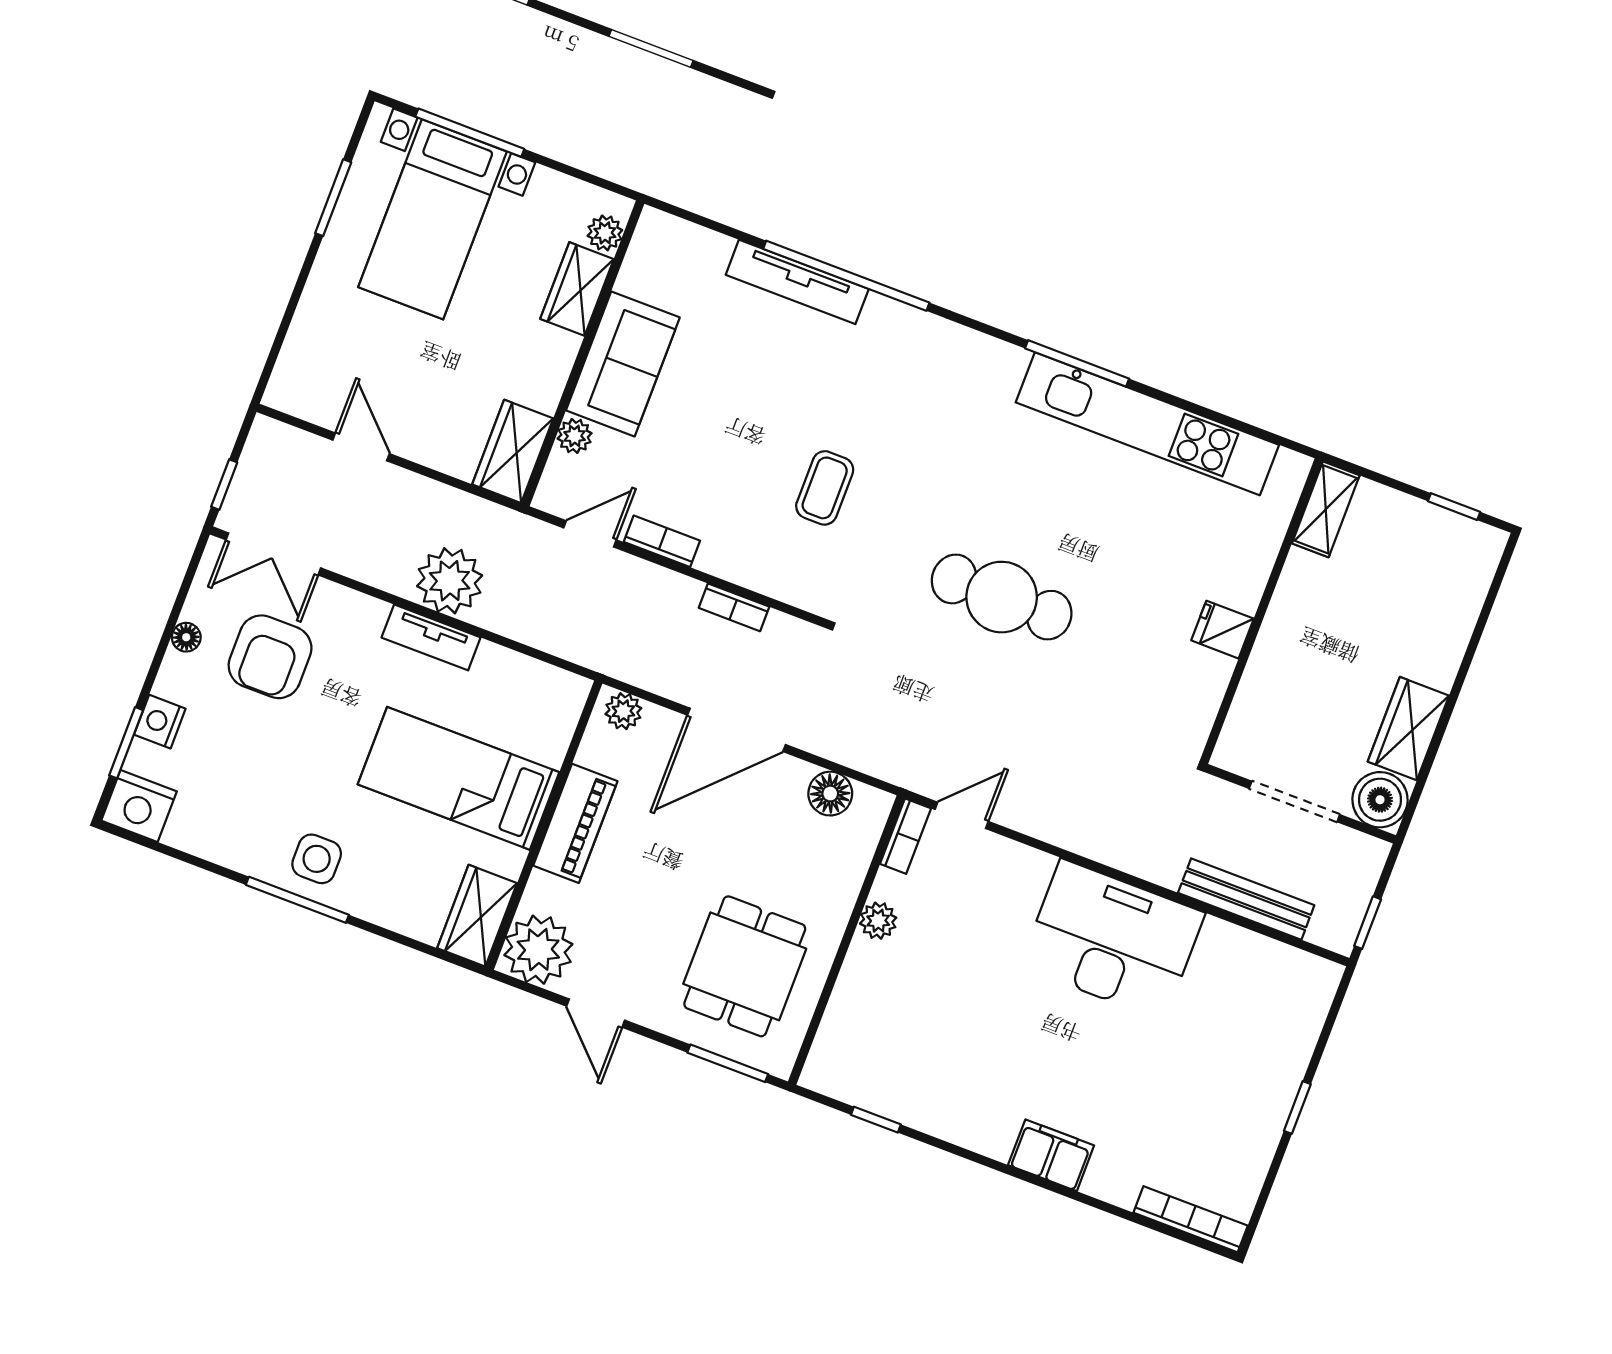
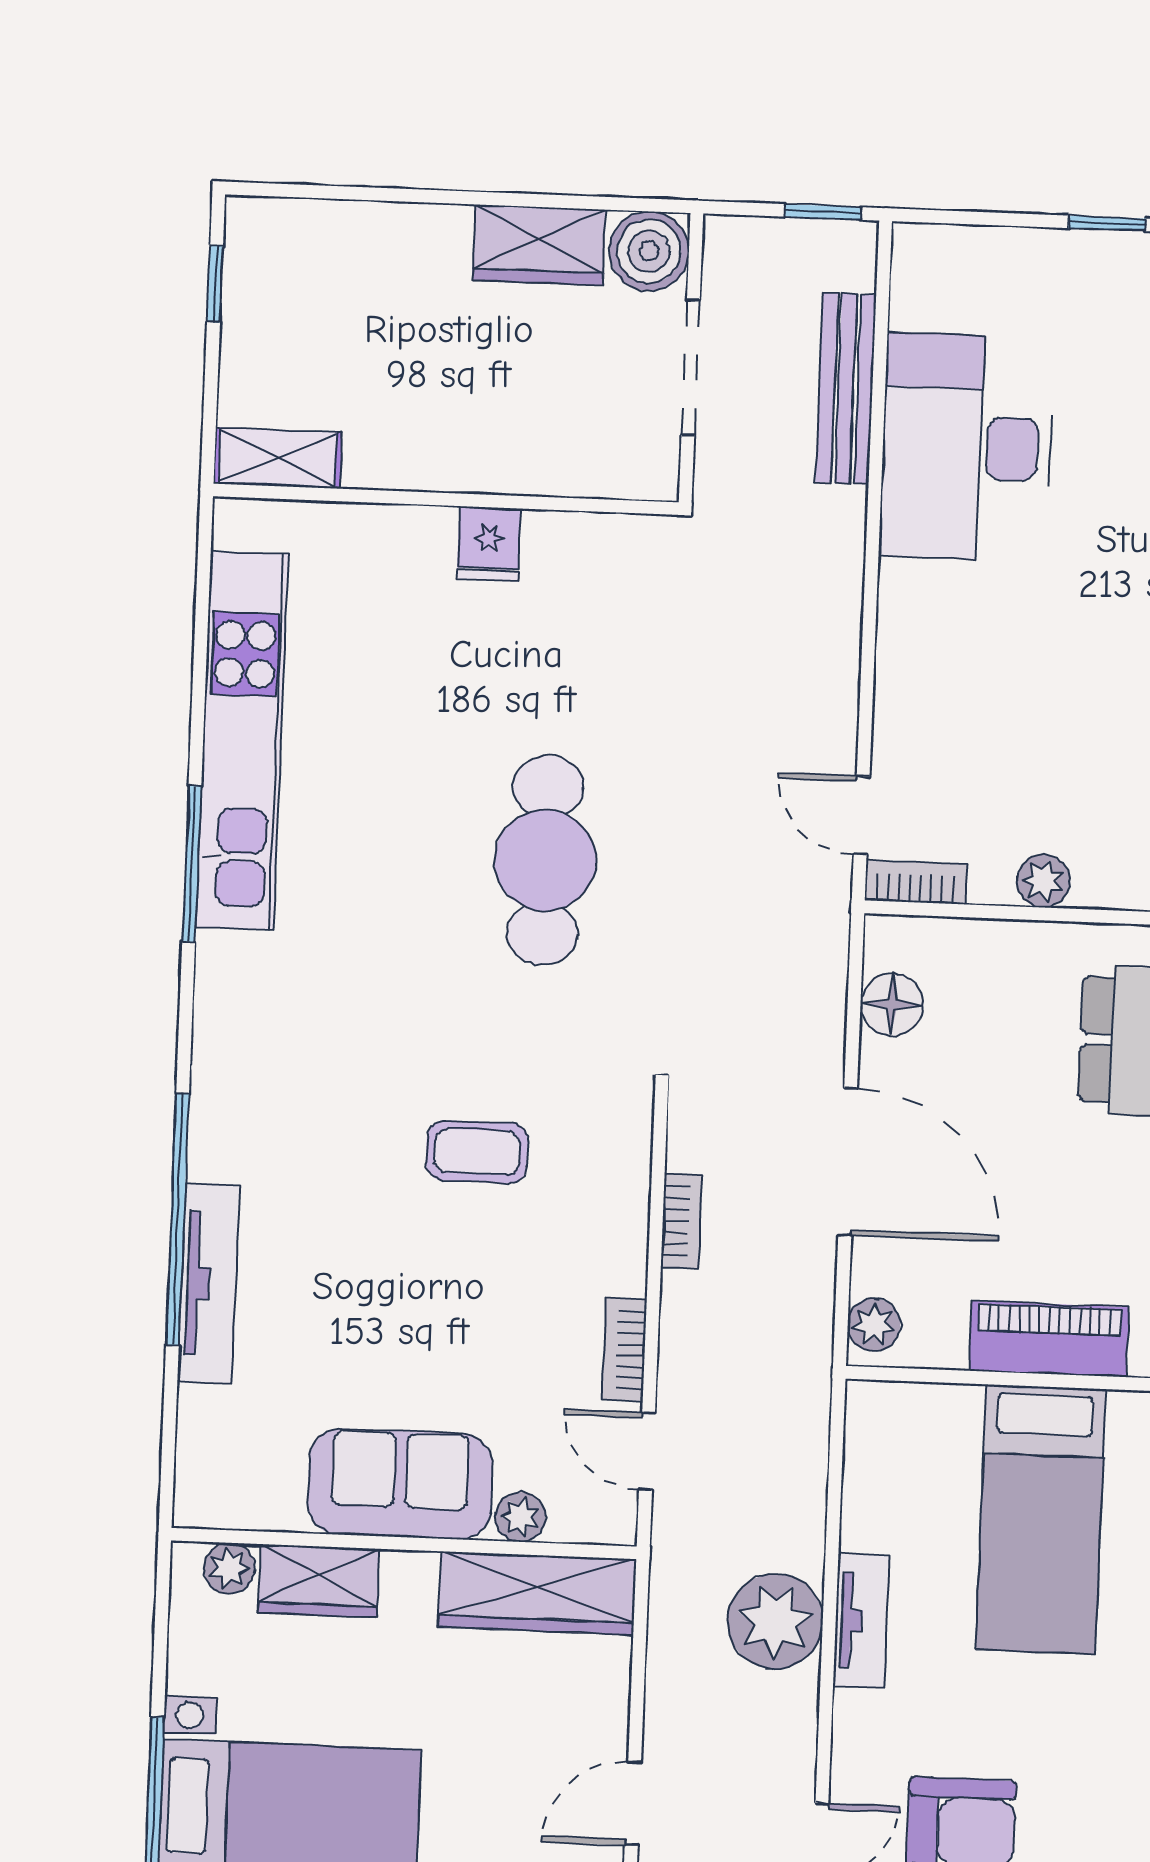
wardrobe: (513, 451) -> (537, 1593), width x1.50
desk: (1112, 940) -> (967, 447), moved

